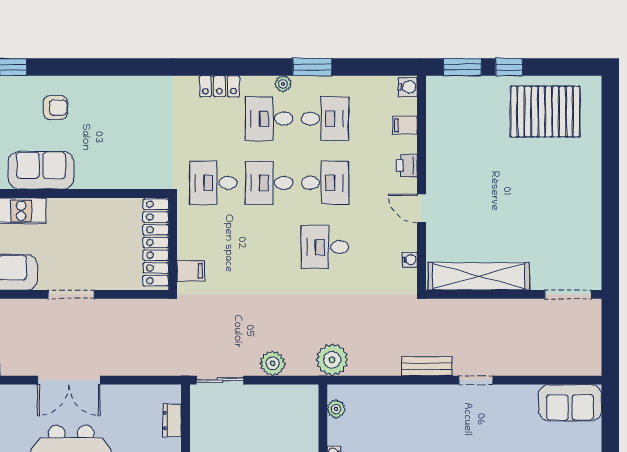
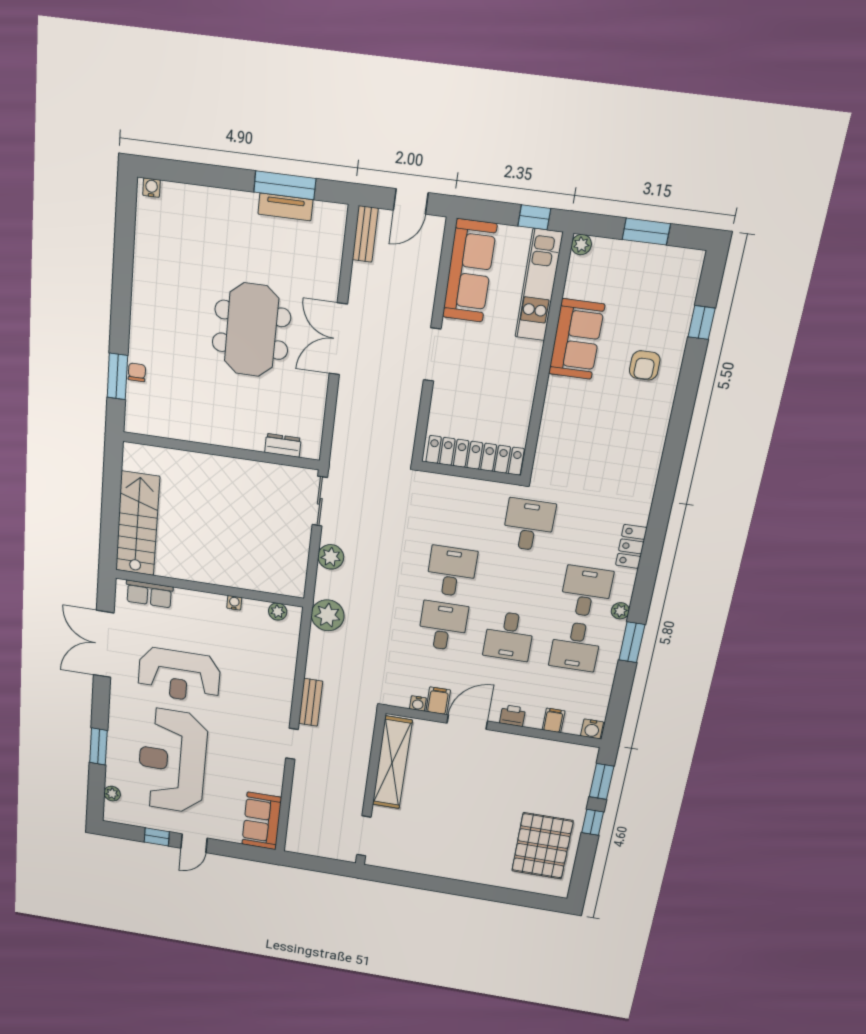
desk: (269, 183) -> (452, 571), moved
door: (421, 208) -> (467, 722), width x1.38
filing cabinet: (191, 271) -> (438, 701), moved, turned 180

